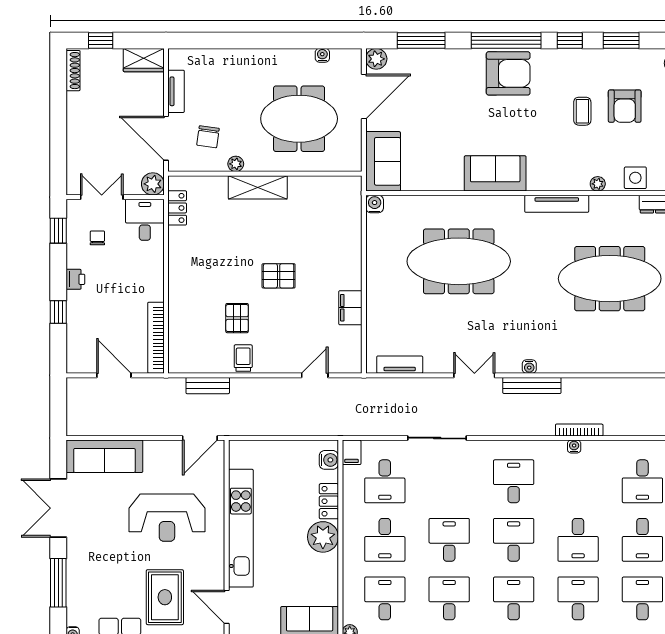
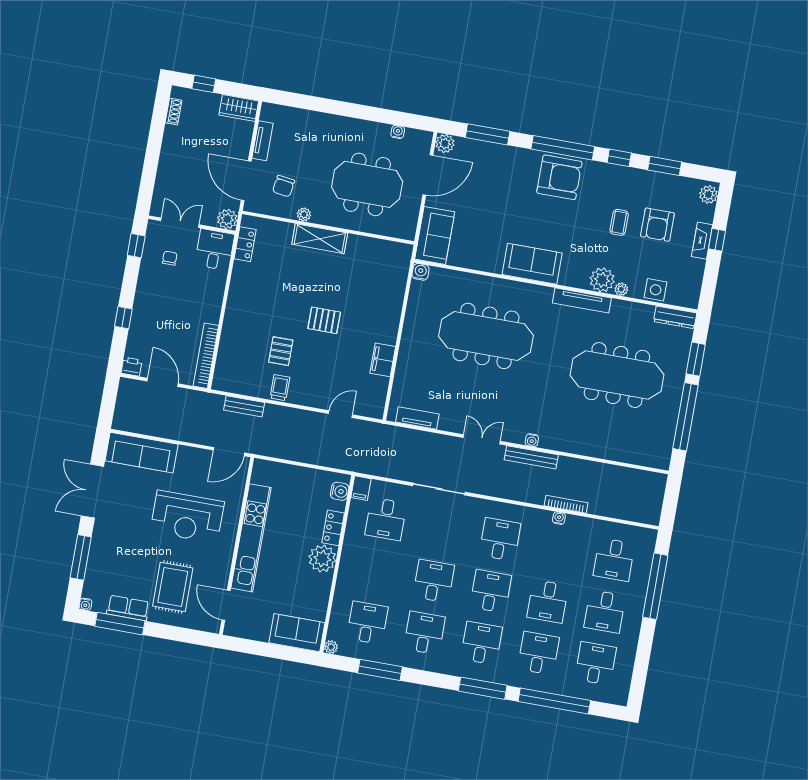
shoe rack: (73, 71) -> (174, 111), width x0.70
plant: (575, 177) -> (602, 280), added
printer: (75, 279) -> (132, 367), moved, turned -90
desk: (385, 540) -> (377, 571), removed

